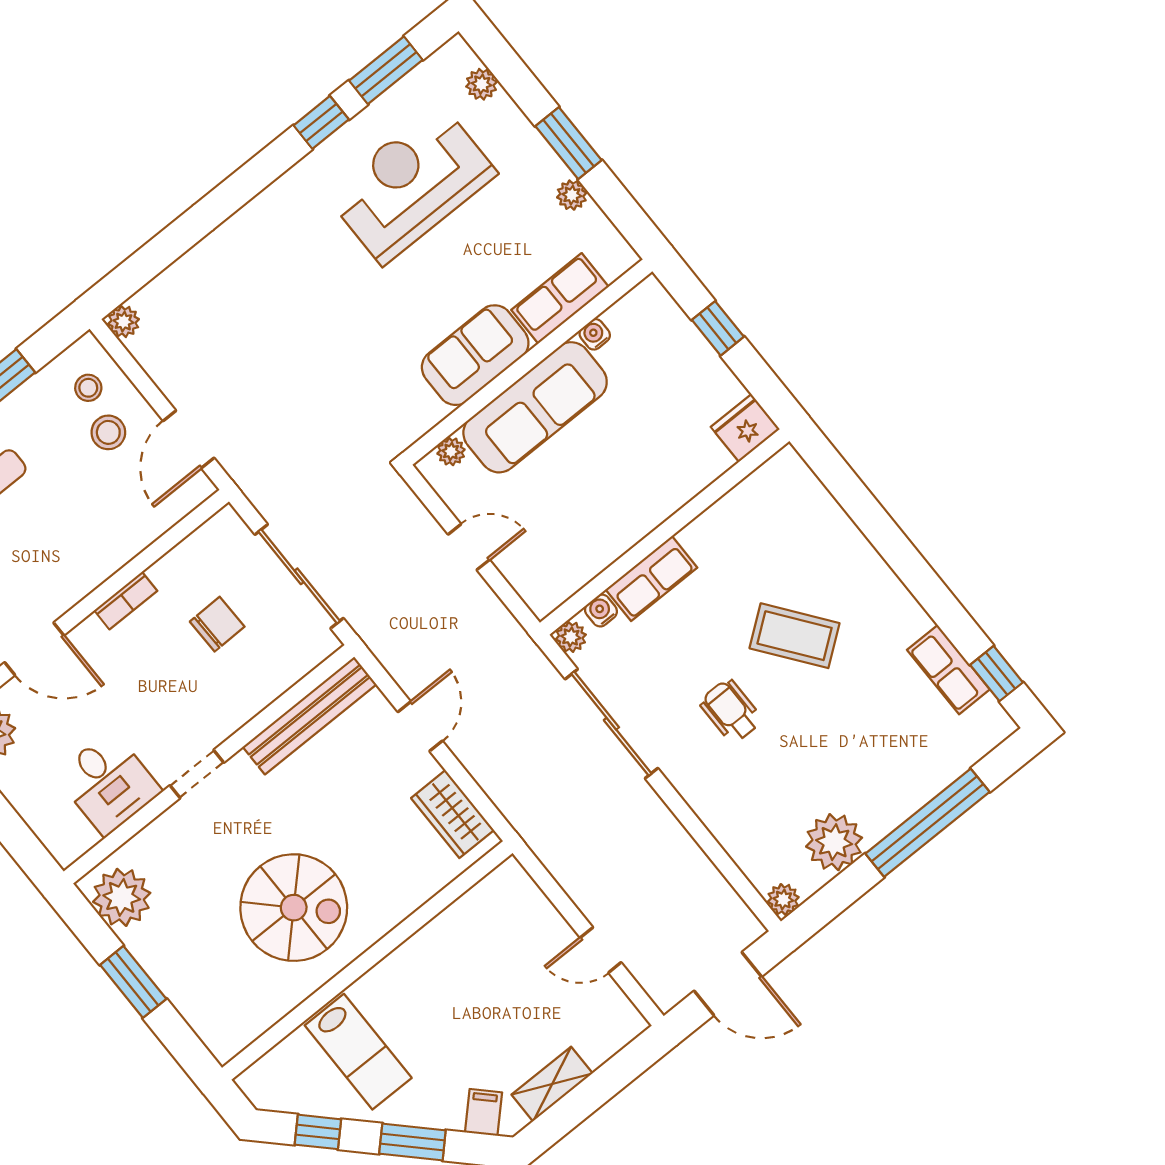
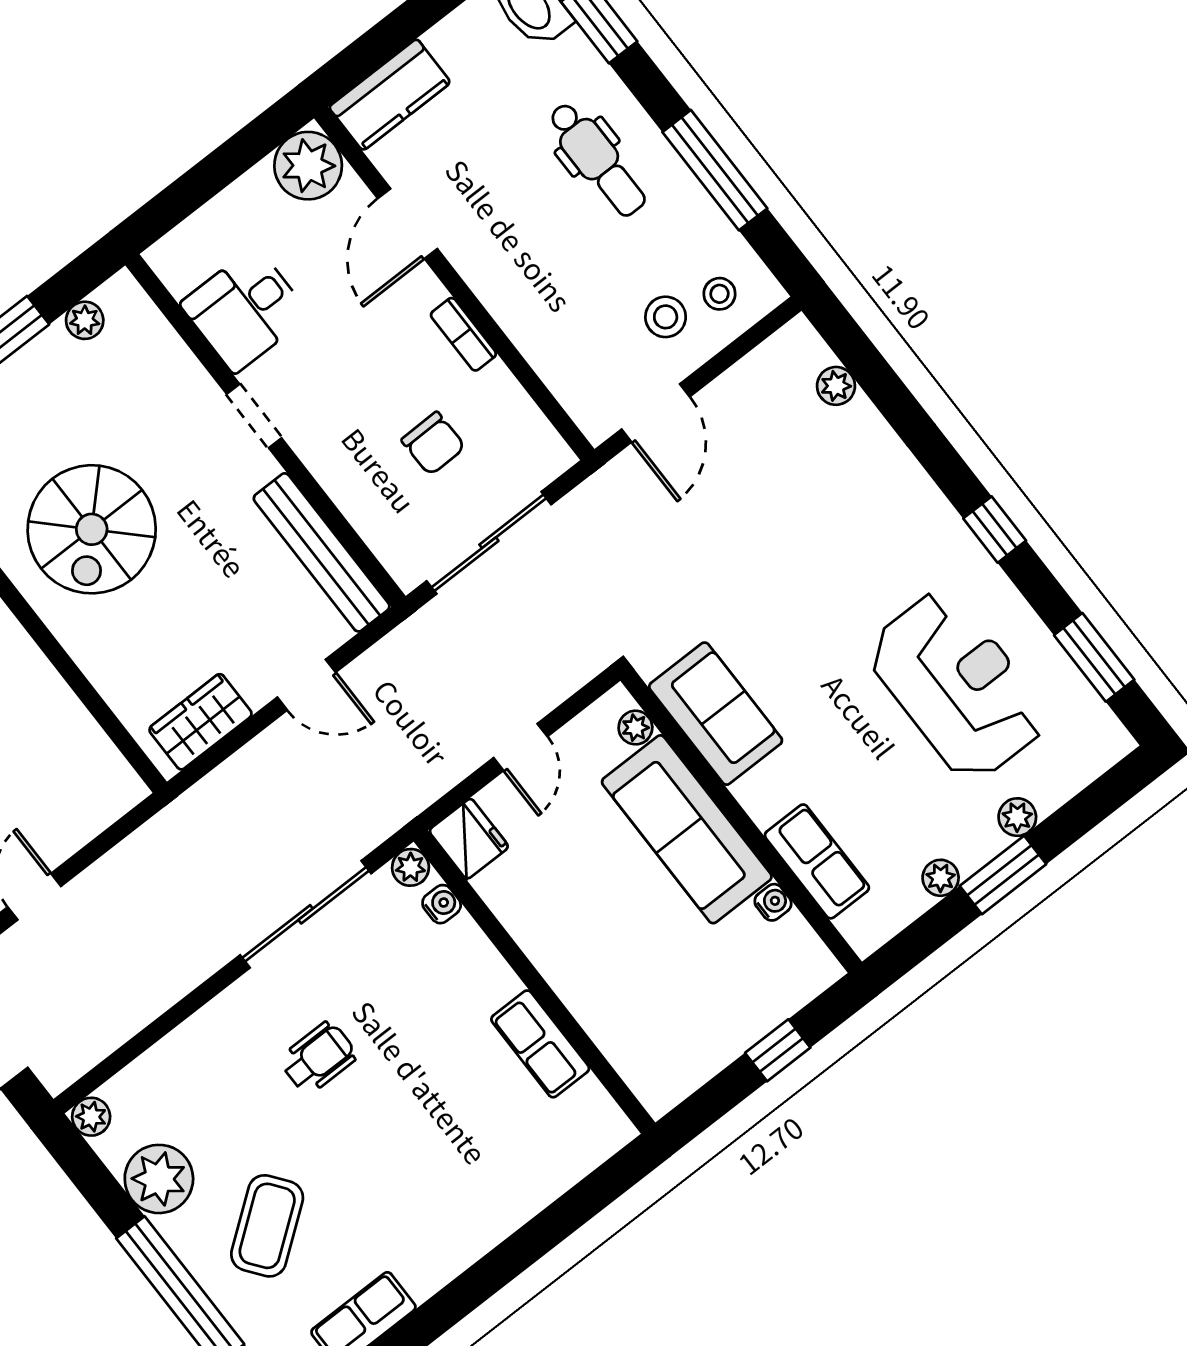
plant: (482, 84) -> (1017, 817), moved
window: (321, 122) -> (995, 530), moved
plant: (123, 322) -> (836, 386), moved
sofa: (475, 355) -> (716, 714), moved
fridge: (745, 428) -> (469, 839), moved
door: (189, 439) -> (656, 413), swing flipped
row of seats: (651, 578) -> (540, 1044), moved
coffee table: (795, 636) -> (267, 1226), moved
plant: (122, 897) -> (85, 320), width x0.53, depth x0.53

